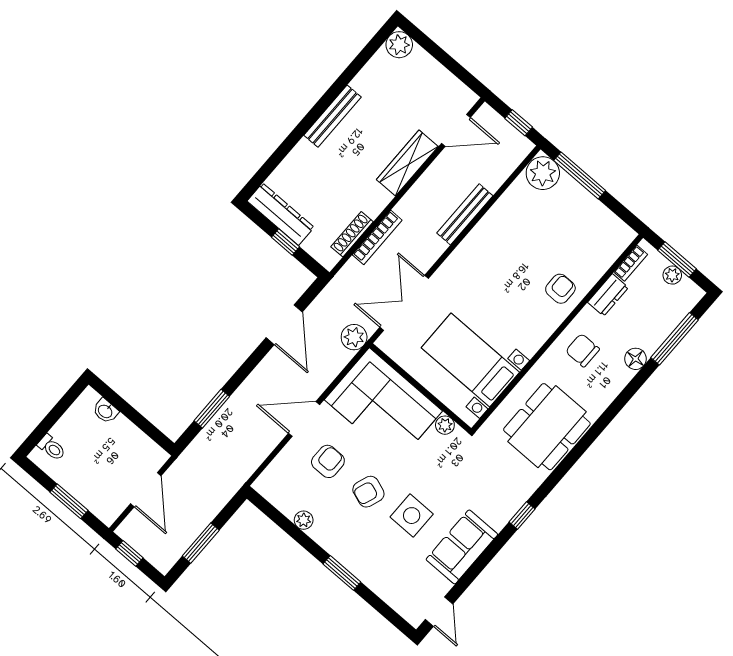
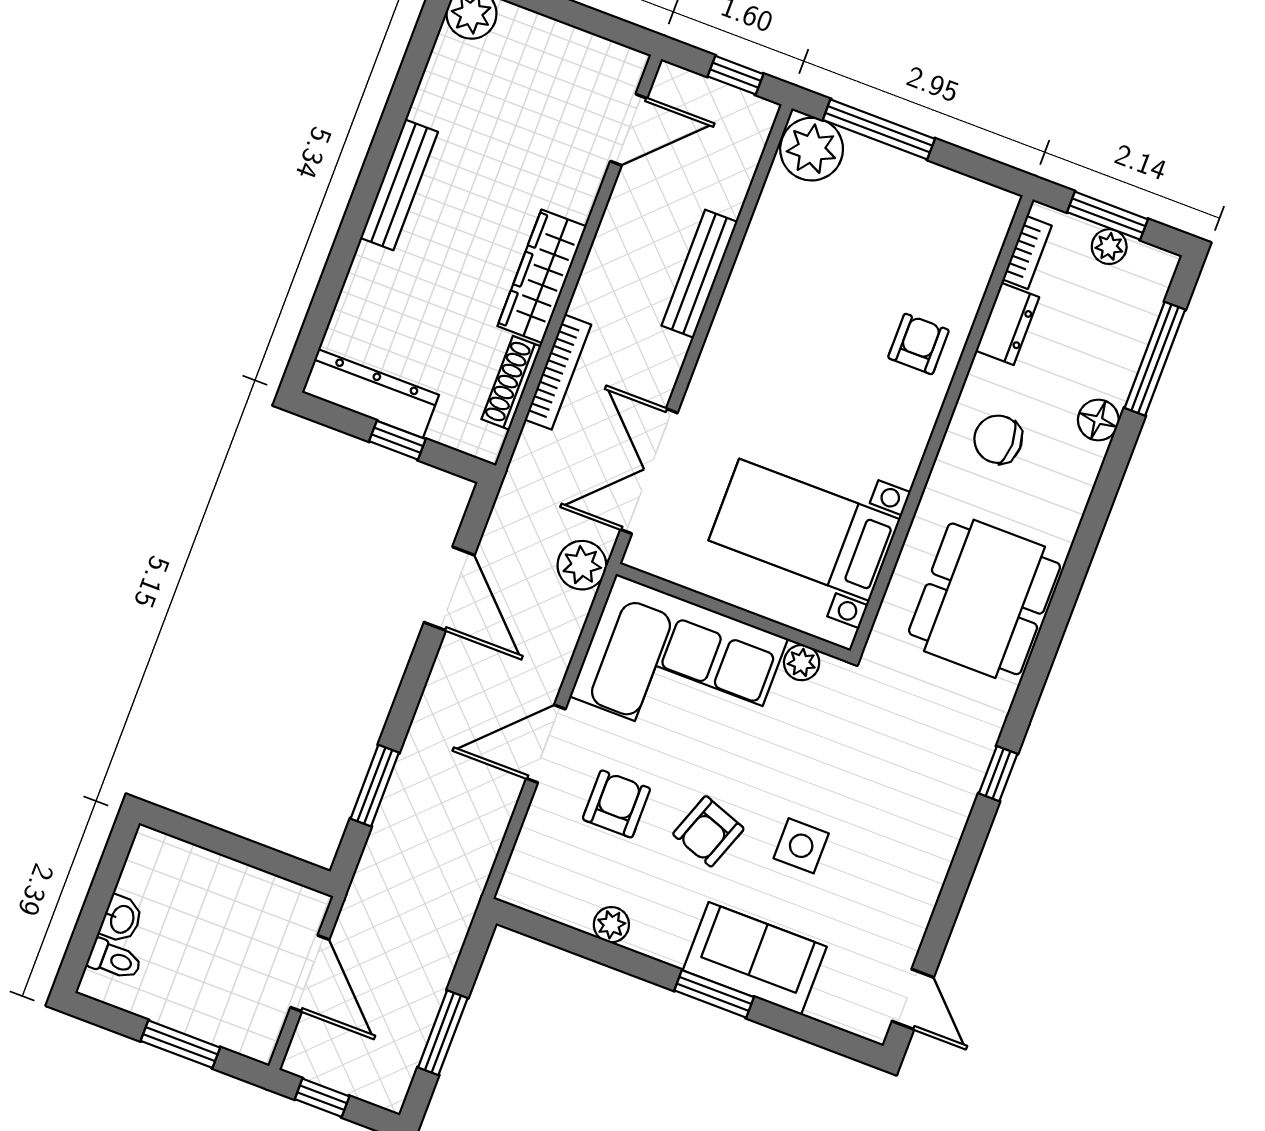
wardrobe: (407, 163) -> (542, 276), moved
washbasin: (105, 411) -> (121, 919), moved, turned -90
side table: (412, 516) -> (801, 846), width x0.73, depth x0.73
sofa: (462, 547) -> (755, 958), moved, turned 90

